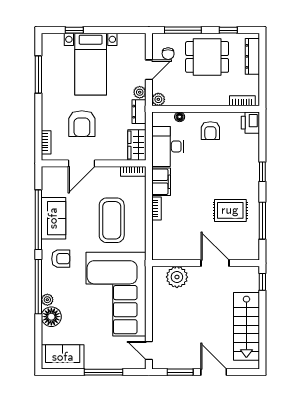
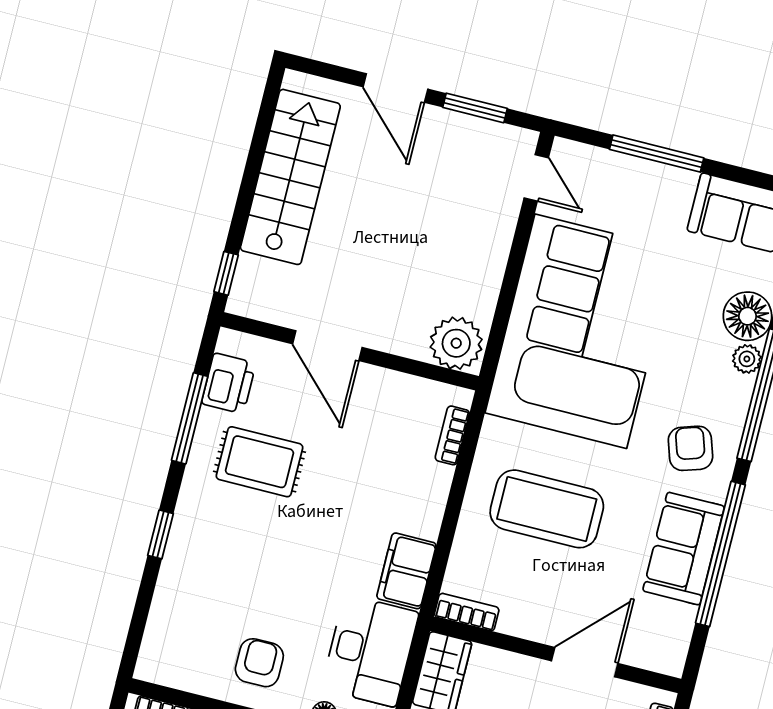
printer: (250, 123) -> (229, 383), moved
bookcase: (157, 208) -> (452, 435), moved
coffee table: (112, 220) -> (547, 509), turned 90
armchair: (61, 259) -> (690, 448), turned 72
plant: (177, 277) -> (456, 343), moved

